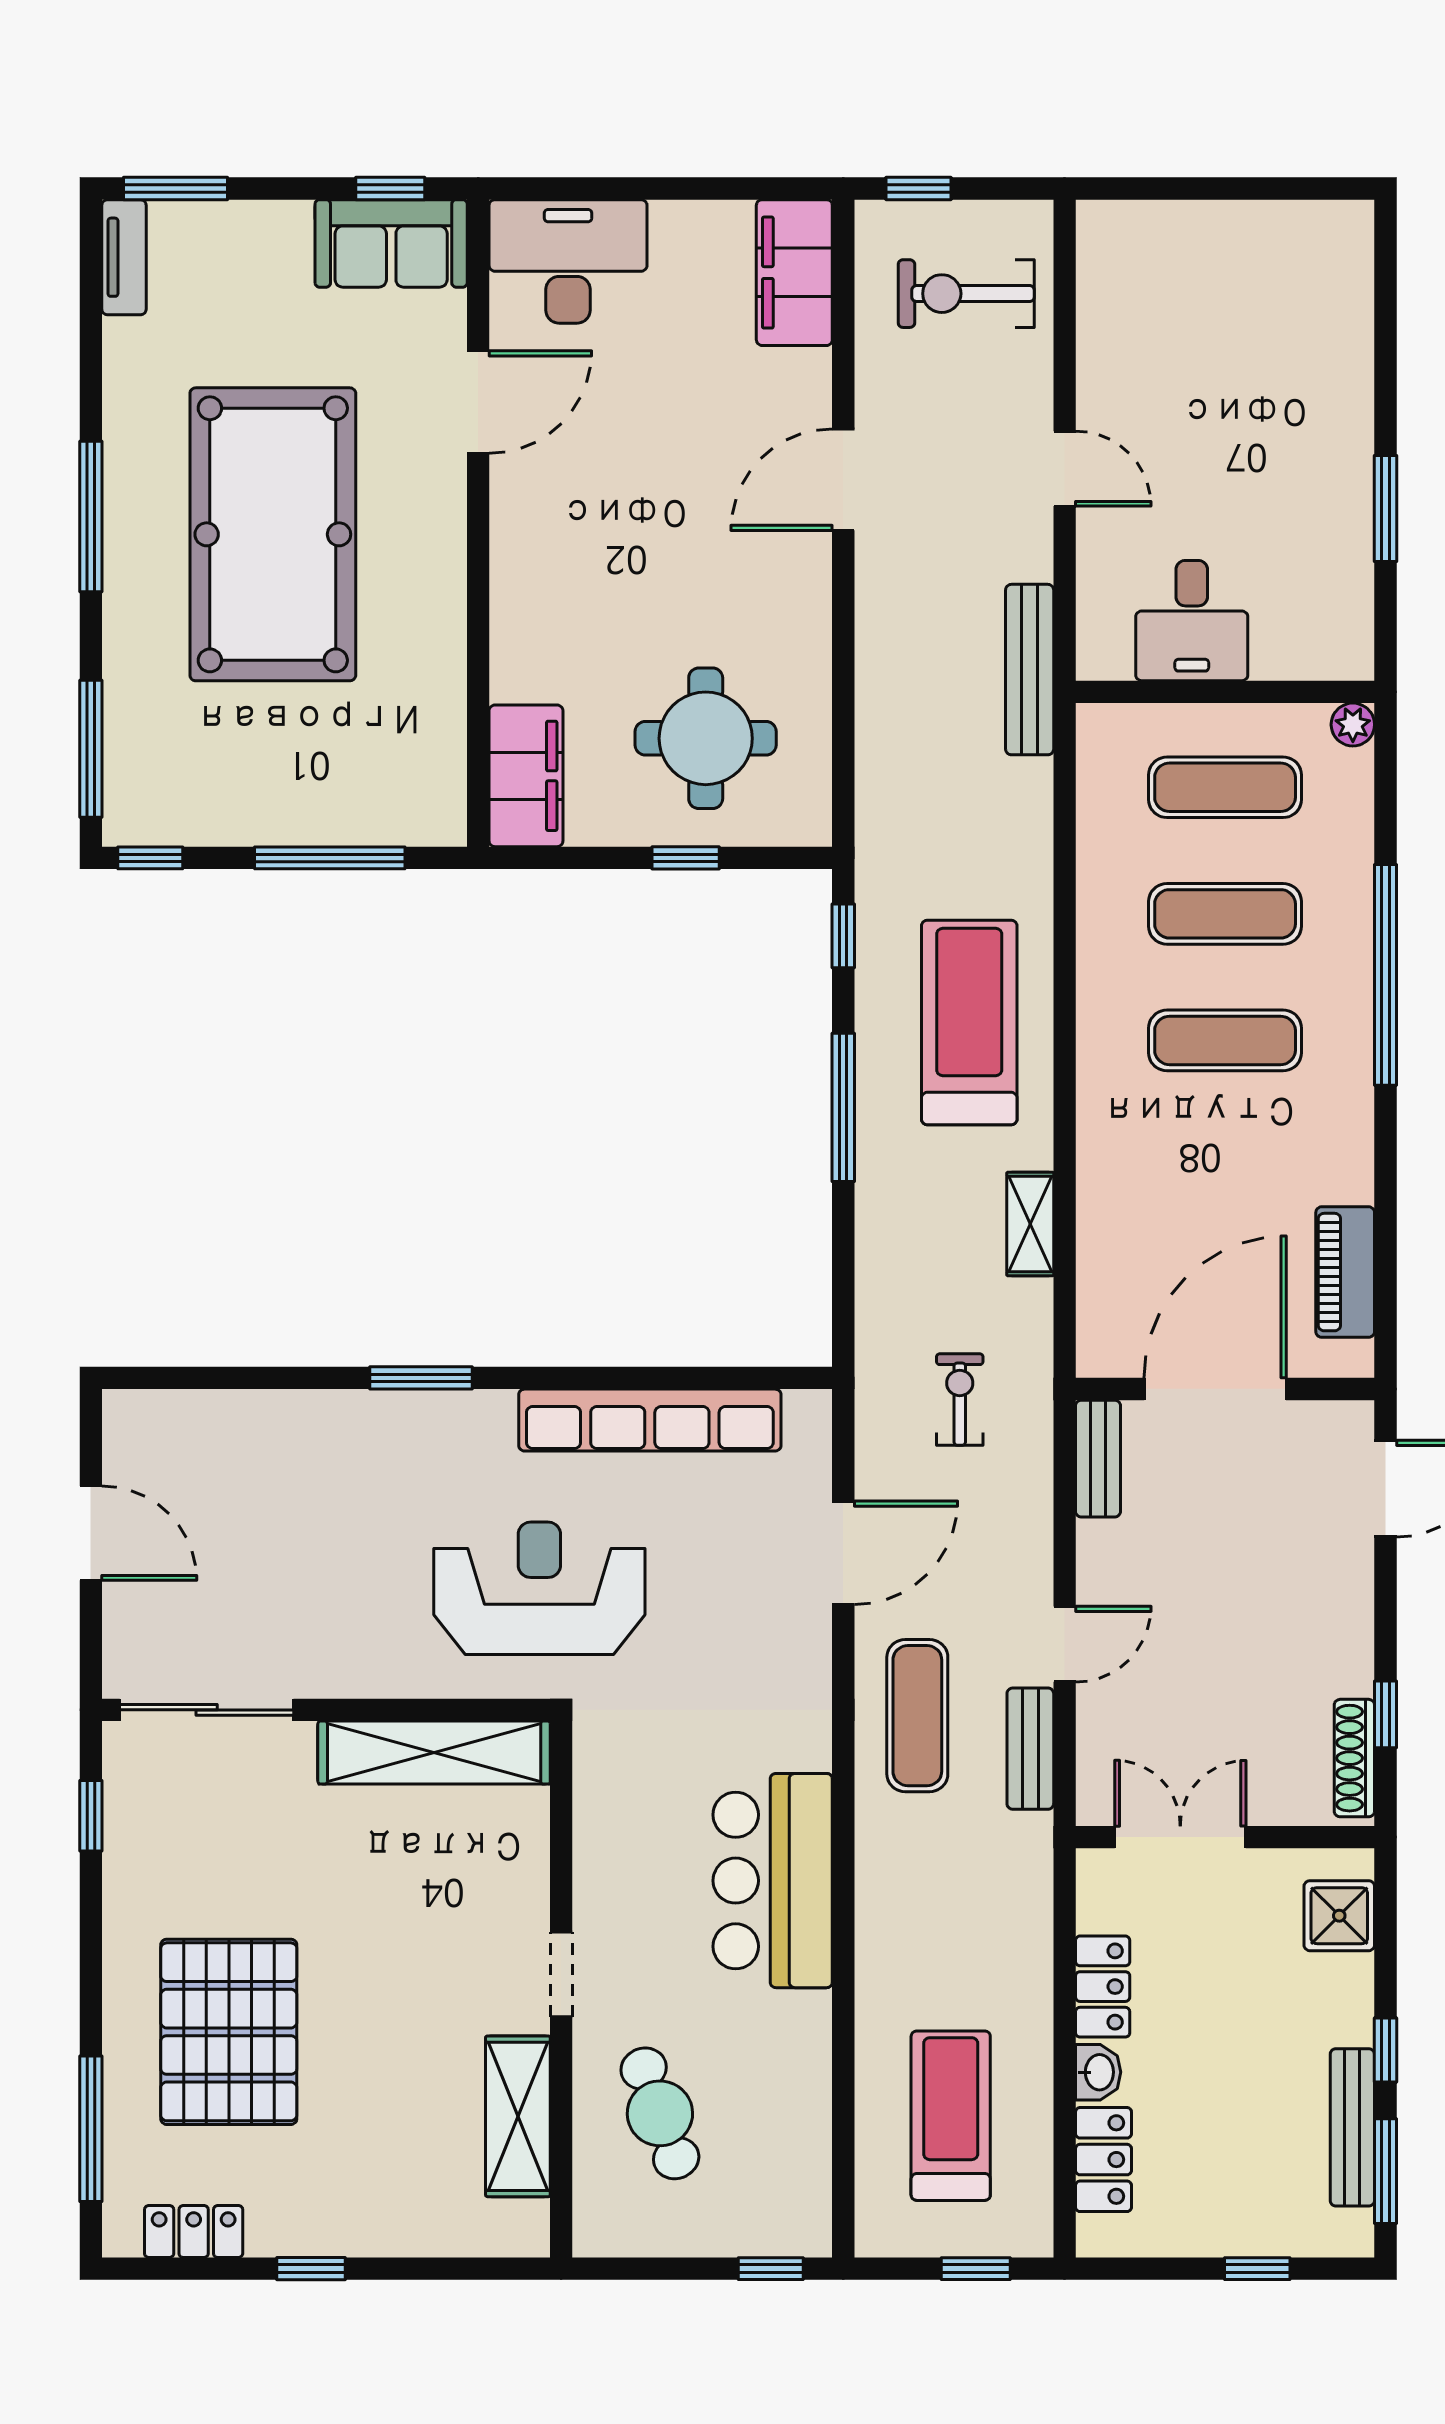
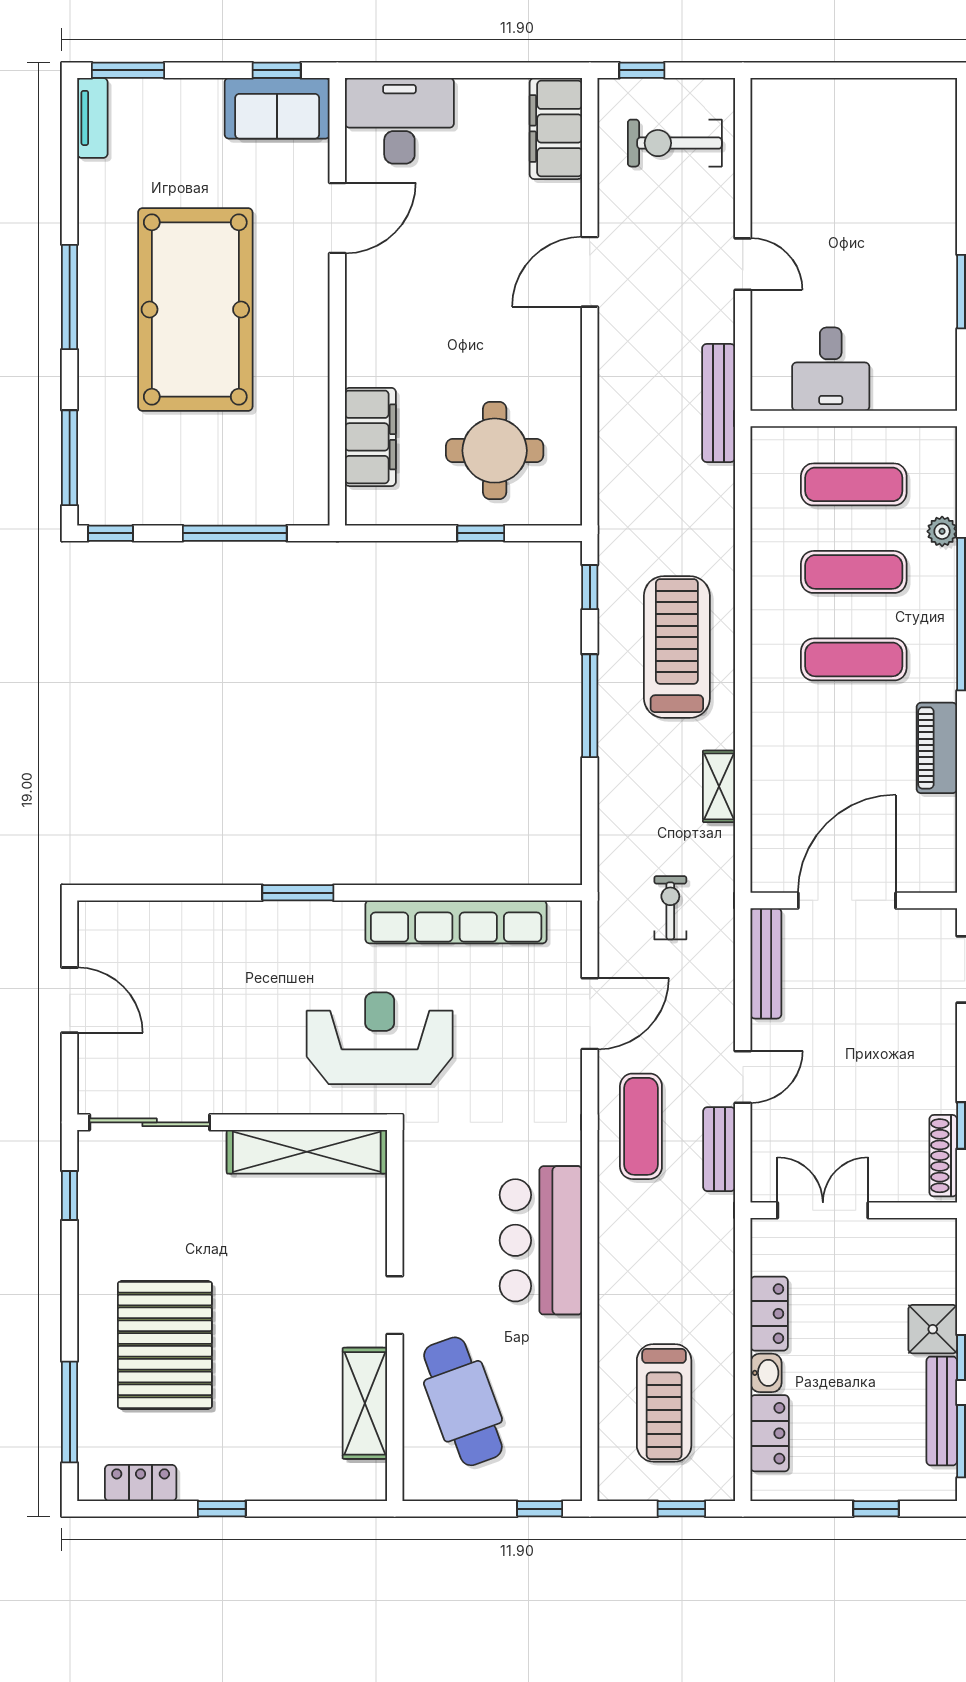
plant: (1353, 725) -> (942, 531), moved
filing cabinet: (526, 776) -> (370, 437), moved
piano: (1345, 1272) -> (937, 748), moved
bench: (1098, 1459) -> (766, 963), width x1.36
shower: (1339, 1916) -> (933, 1329), moved
cafe table: (660, 2113) -> (463, 1401), width x1.37, depth x1.35
treadmill: (951, 2116) -> (664, 1403), turned 180

